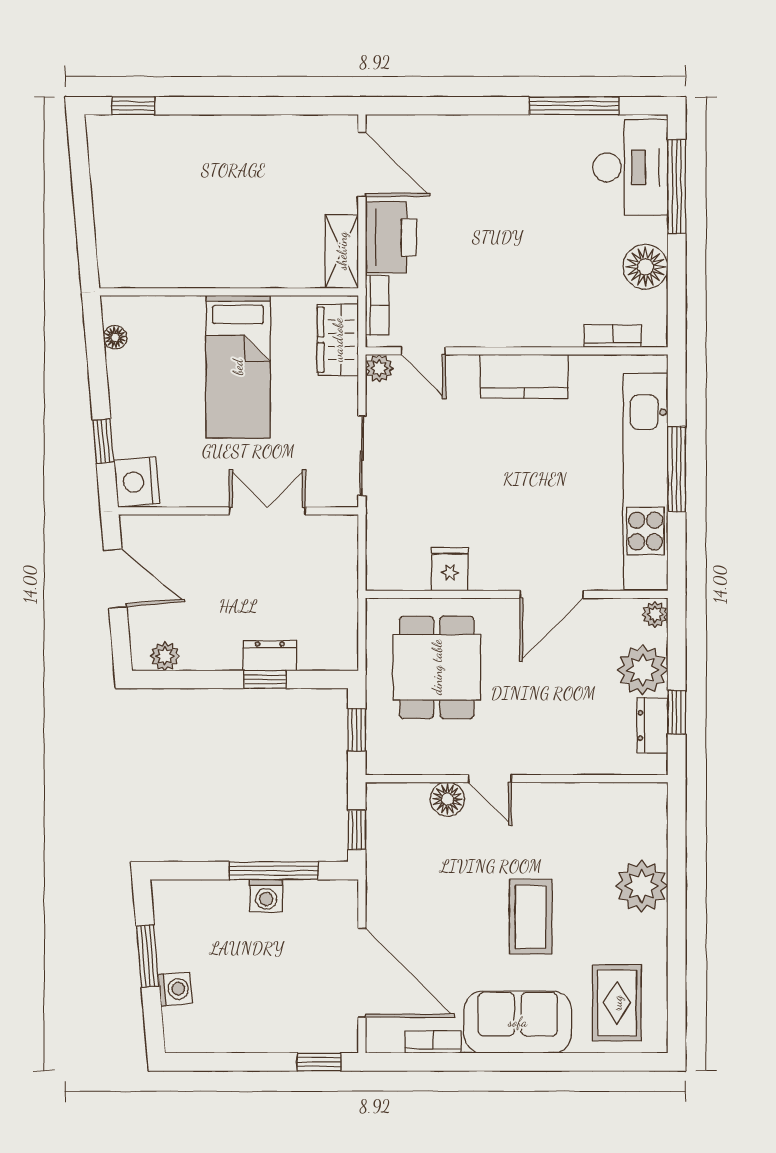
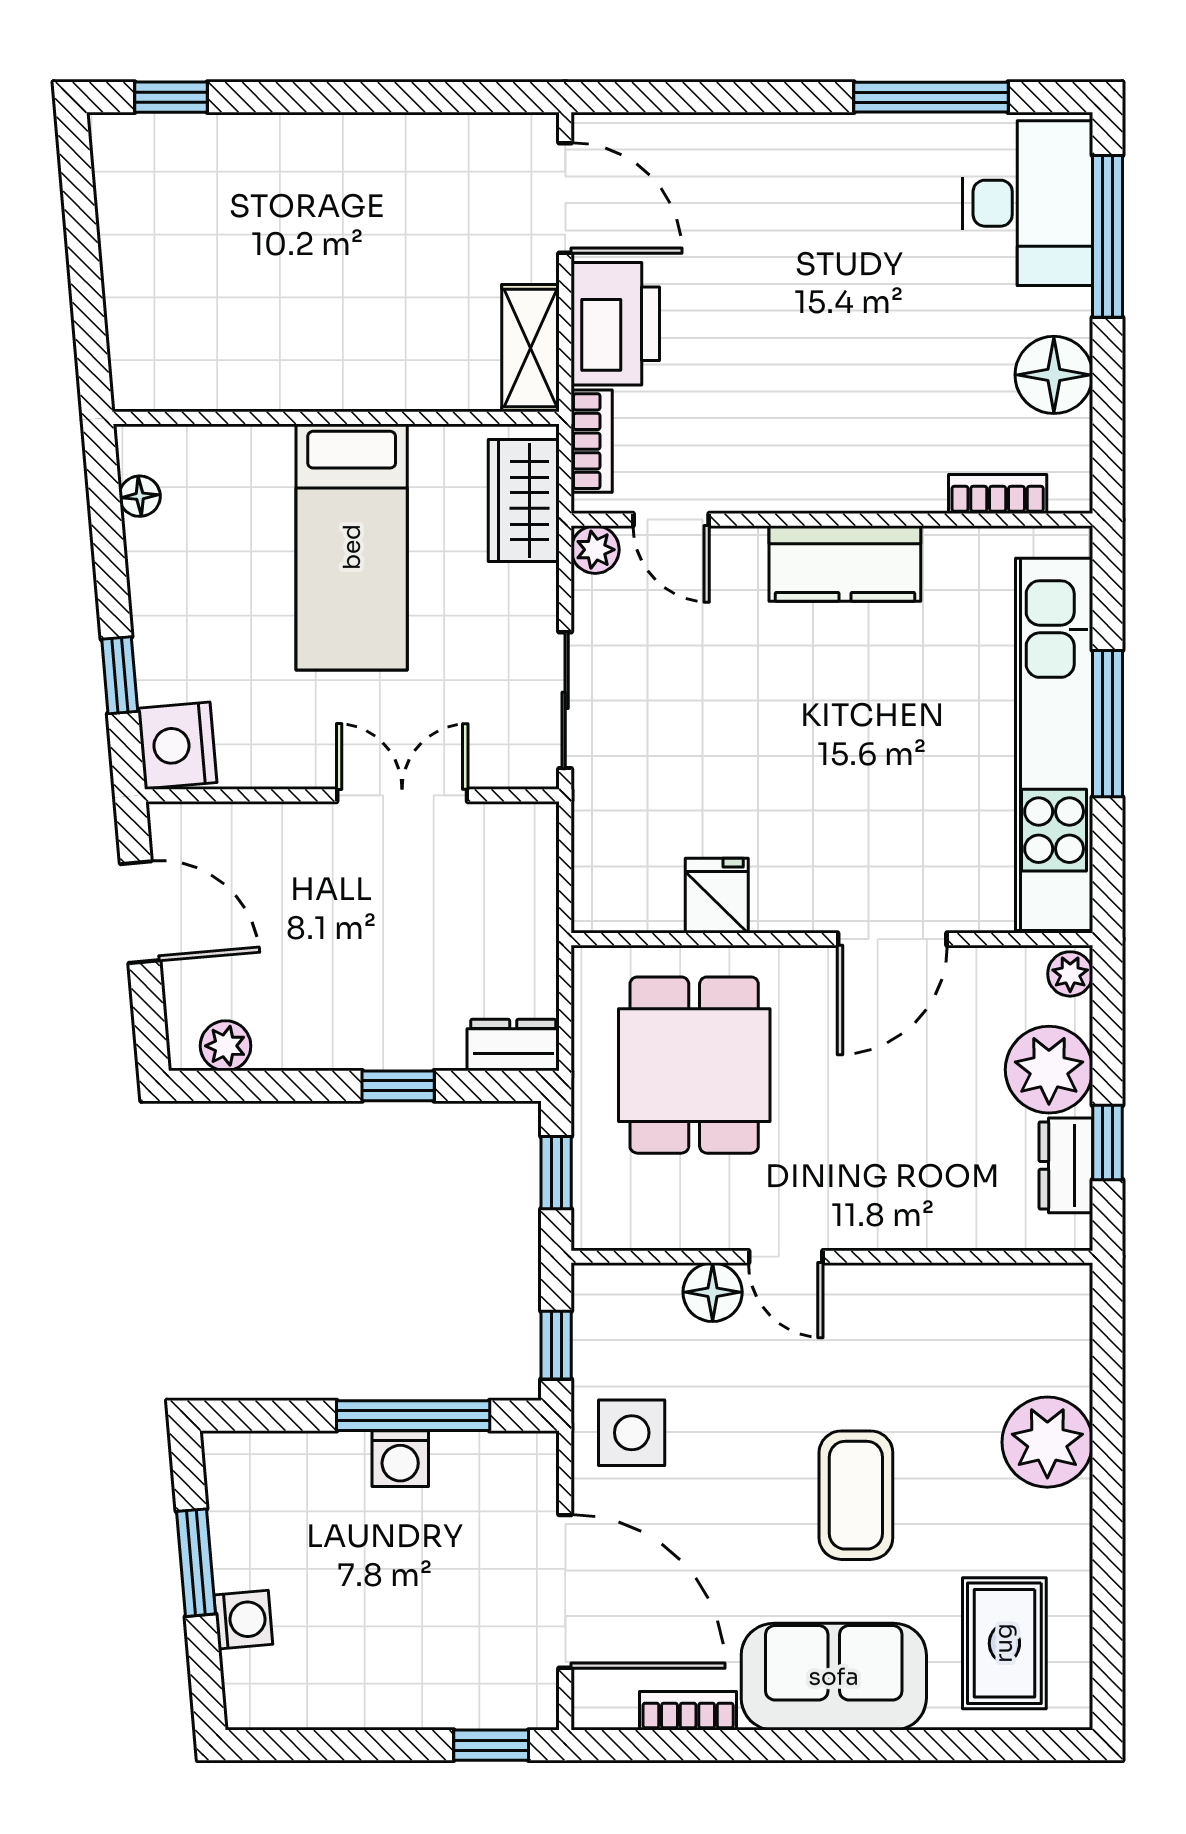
dresser: (270, 656) -> (513, 1045), moved
side table: (401, 881) -> (632, 1433), added

